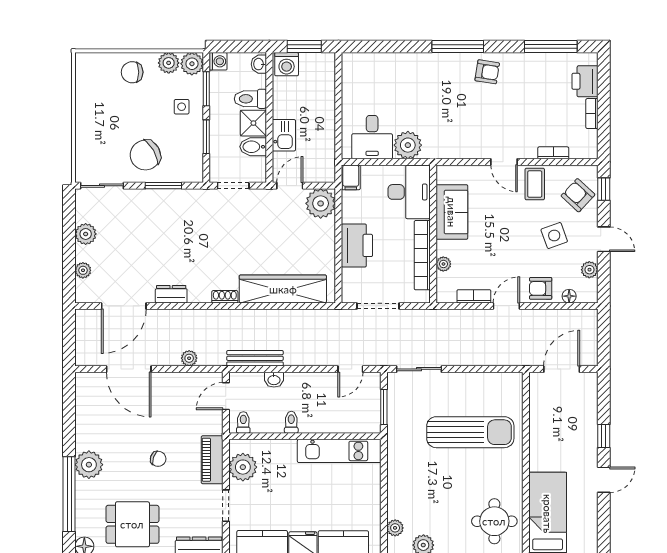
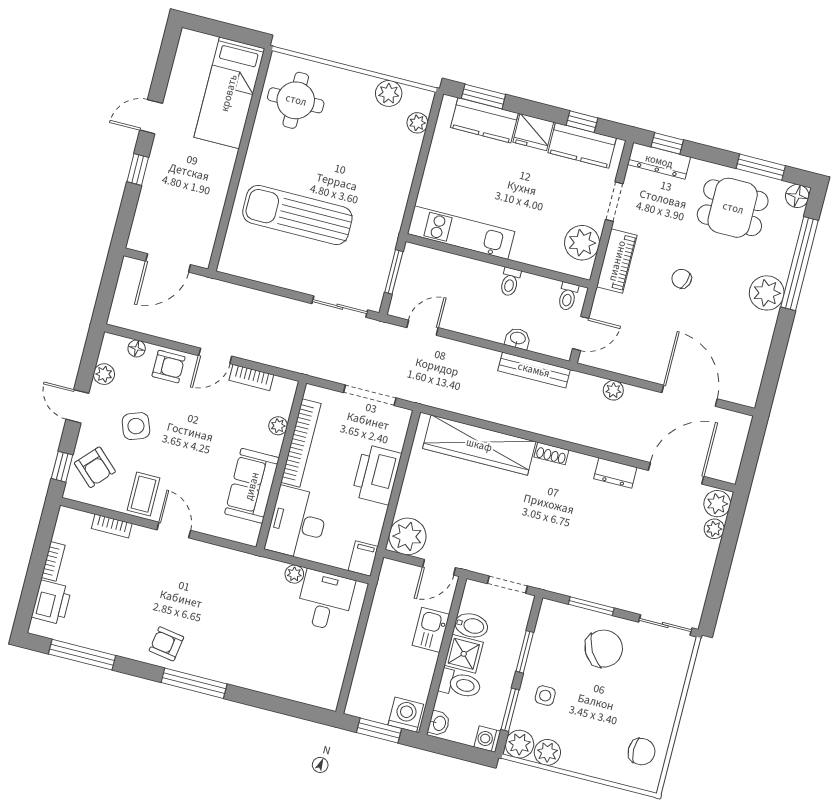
chair: (132, 72) -> (642, 752), moved
plant: (408, 145) -> (294, 574), width x0.53, depth x0.53
plant: (86, 234) -> (717, 504), moved

